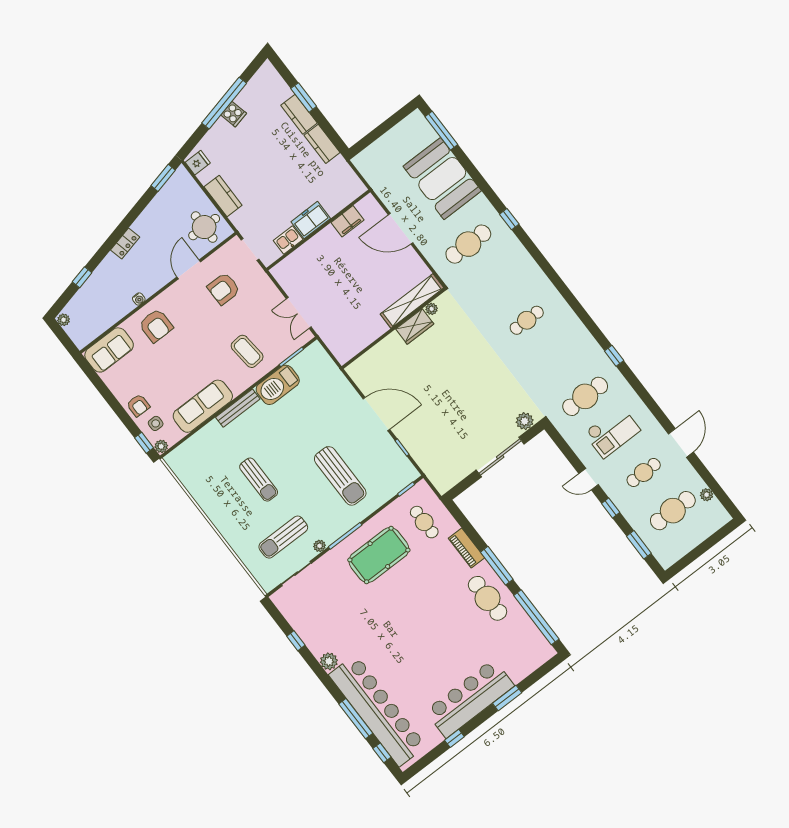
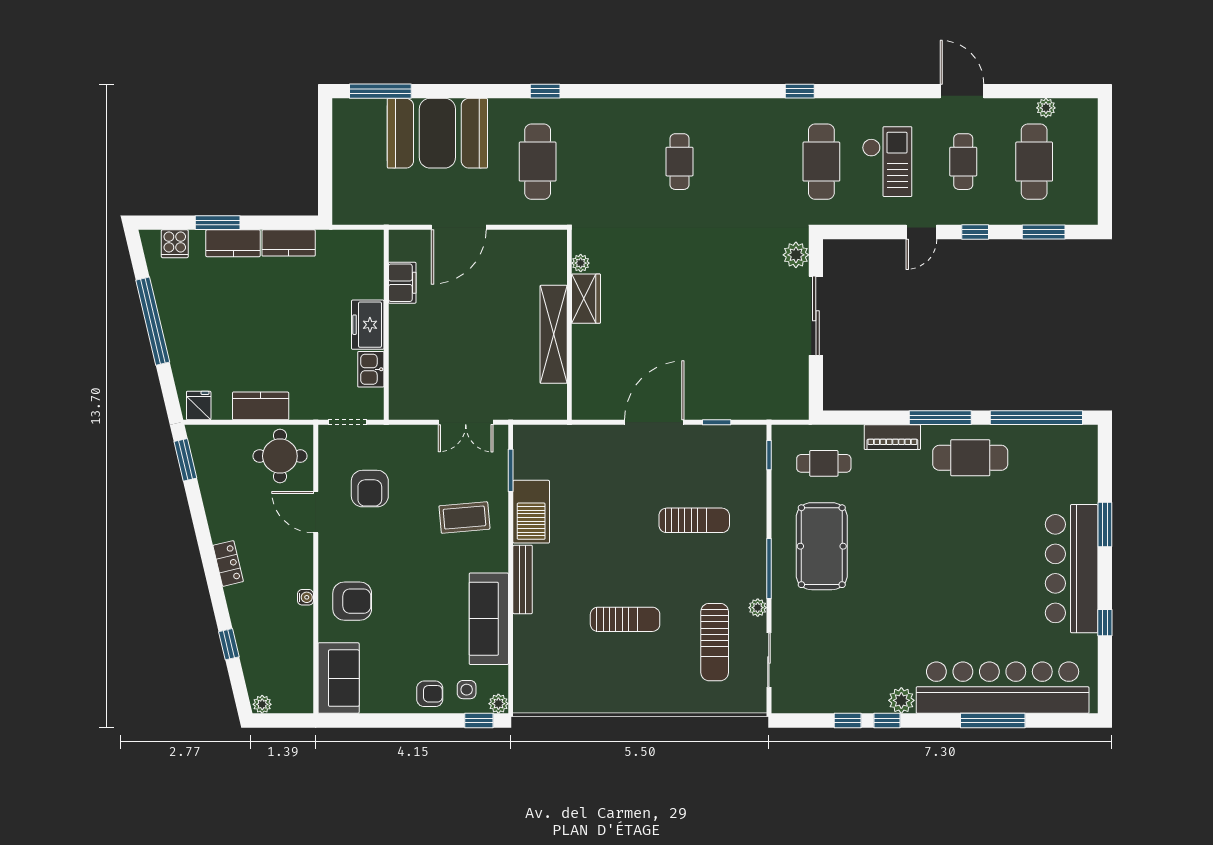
cooker: (234, 114) -> (175, 244), moved, turned 103
shelving: (412, 301) -> (554, 334), moved
sun lounger: (340, 476) -> (694, 520), width x0.73, depth x0.75
window: (382, 753) -> (887, 721), moved

